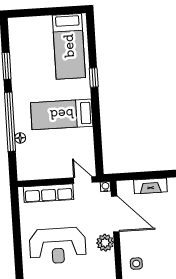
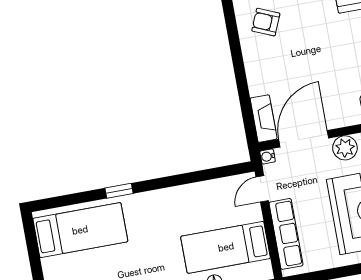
bed: (62, 114) -> (226, 247), moved, turned 90
fireplace: (150, 186) -> (264, 119), moved

